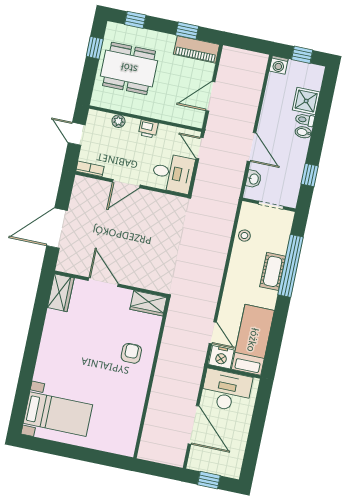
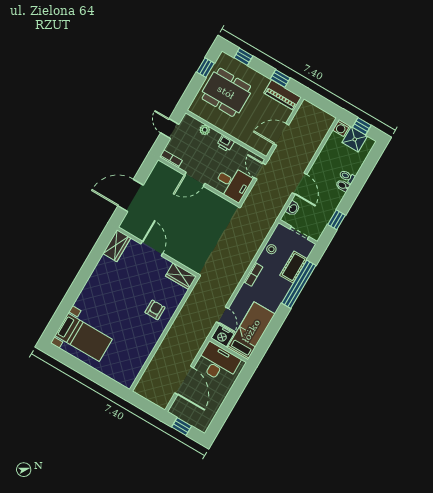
shower: (306, 101) -> (355, 139), moved
cot: (273, 271) -> (294, 267), moved
bookcase: (233, 272) -> (253, 274), added

